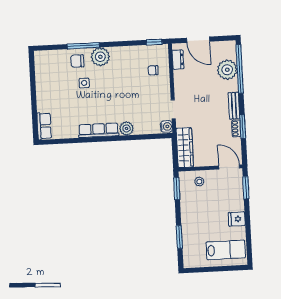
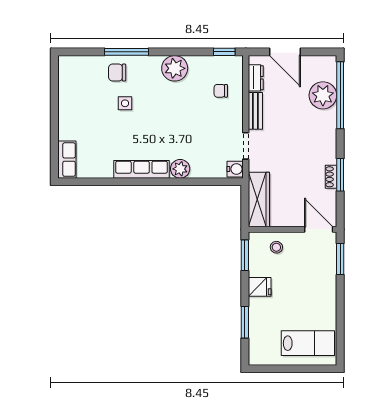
plant: (100, 57) -> (175, 68), moved
bench: (234, 106) -> (255, 111), moved
fridge: (237, 219) -> (260, 287), moved, turned 180

